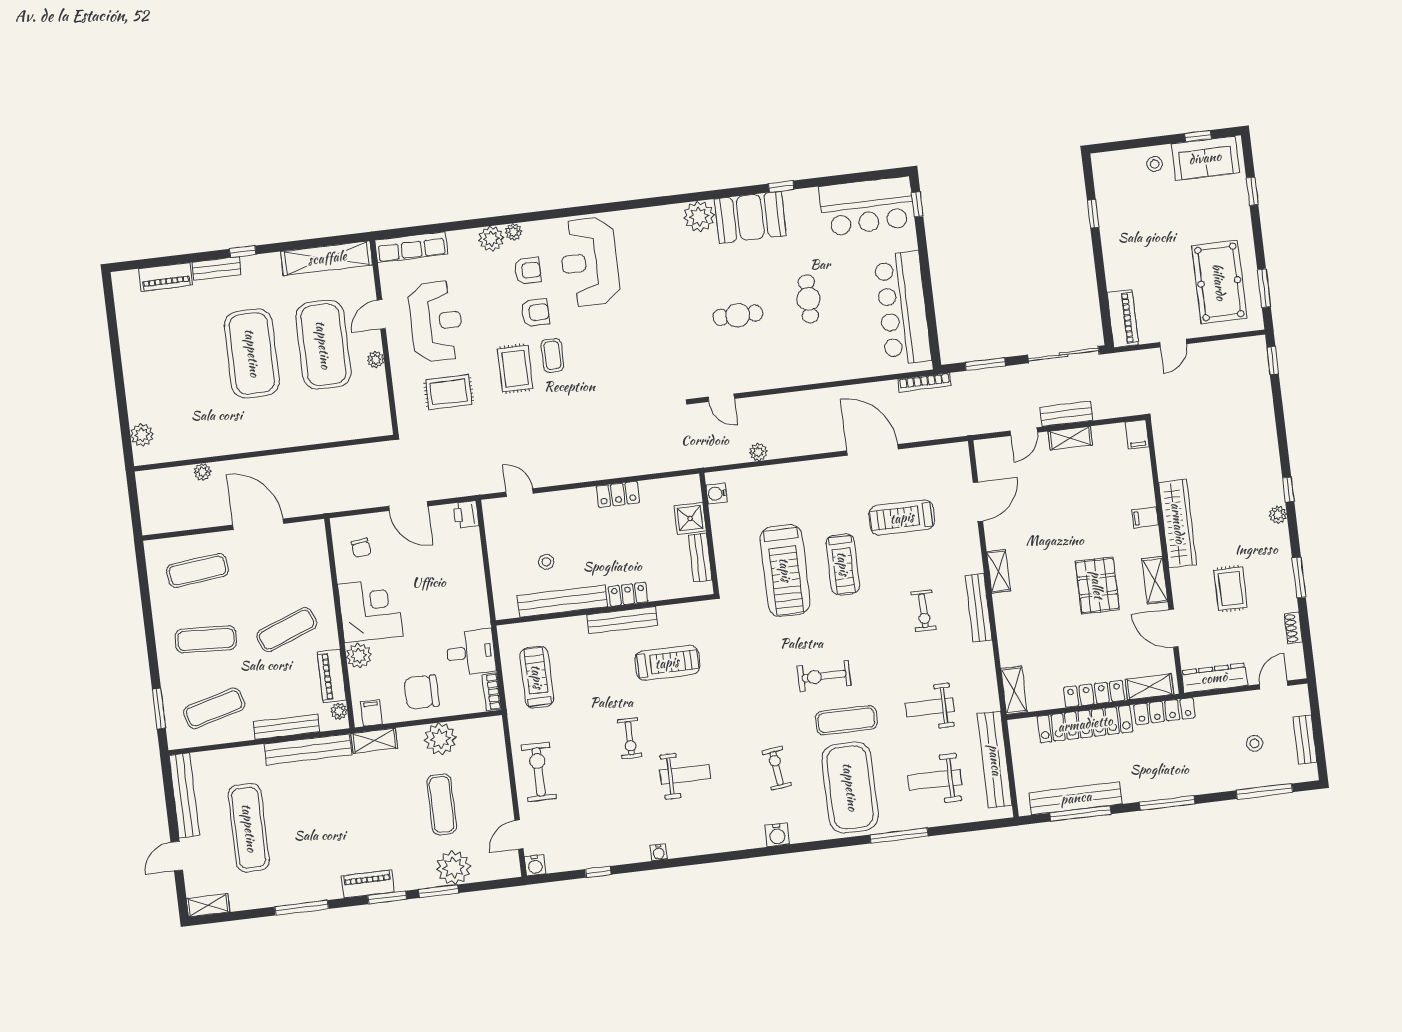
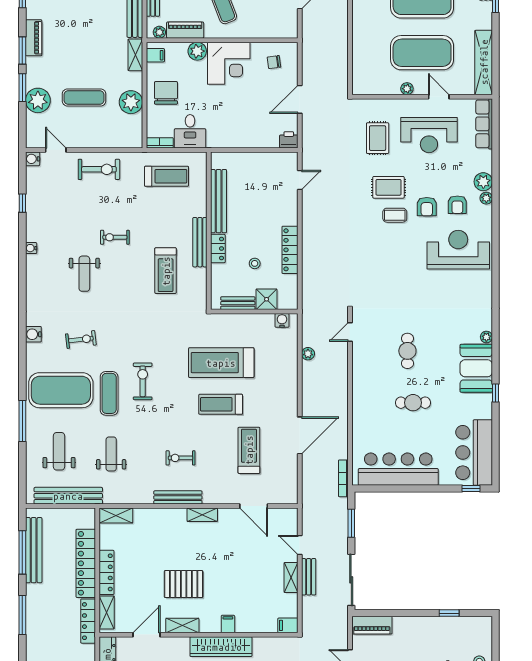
plant: (699, 216) -> (486, 337), width x0.53, depth x0.53
locker: (618, 494) -> (290, 250), width x1.53
stool: (546, 562) -> (255, 263), moved

